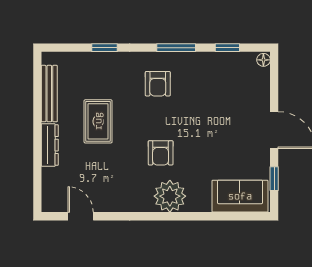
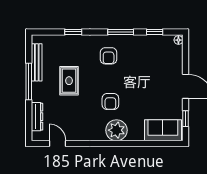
window: (37, 123) -> (29, 82), added
dresser: (50, 145) -> (37, 117), moved

